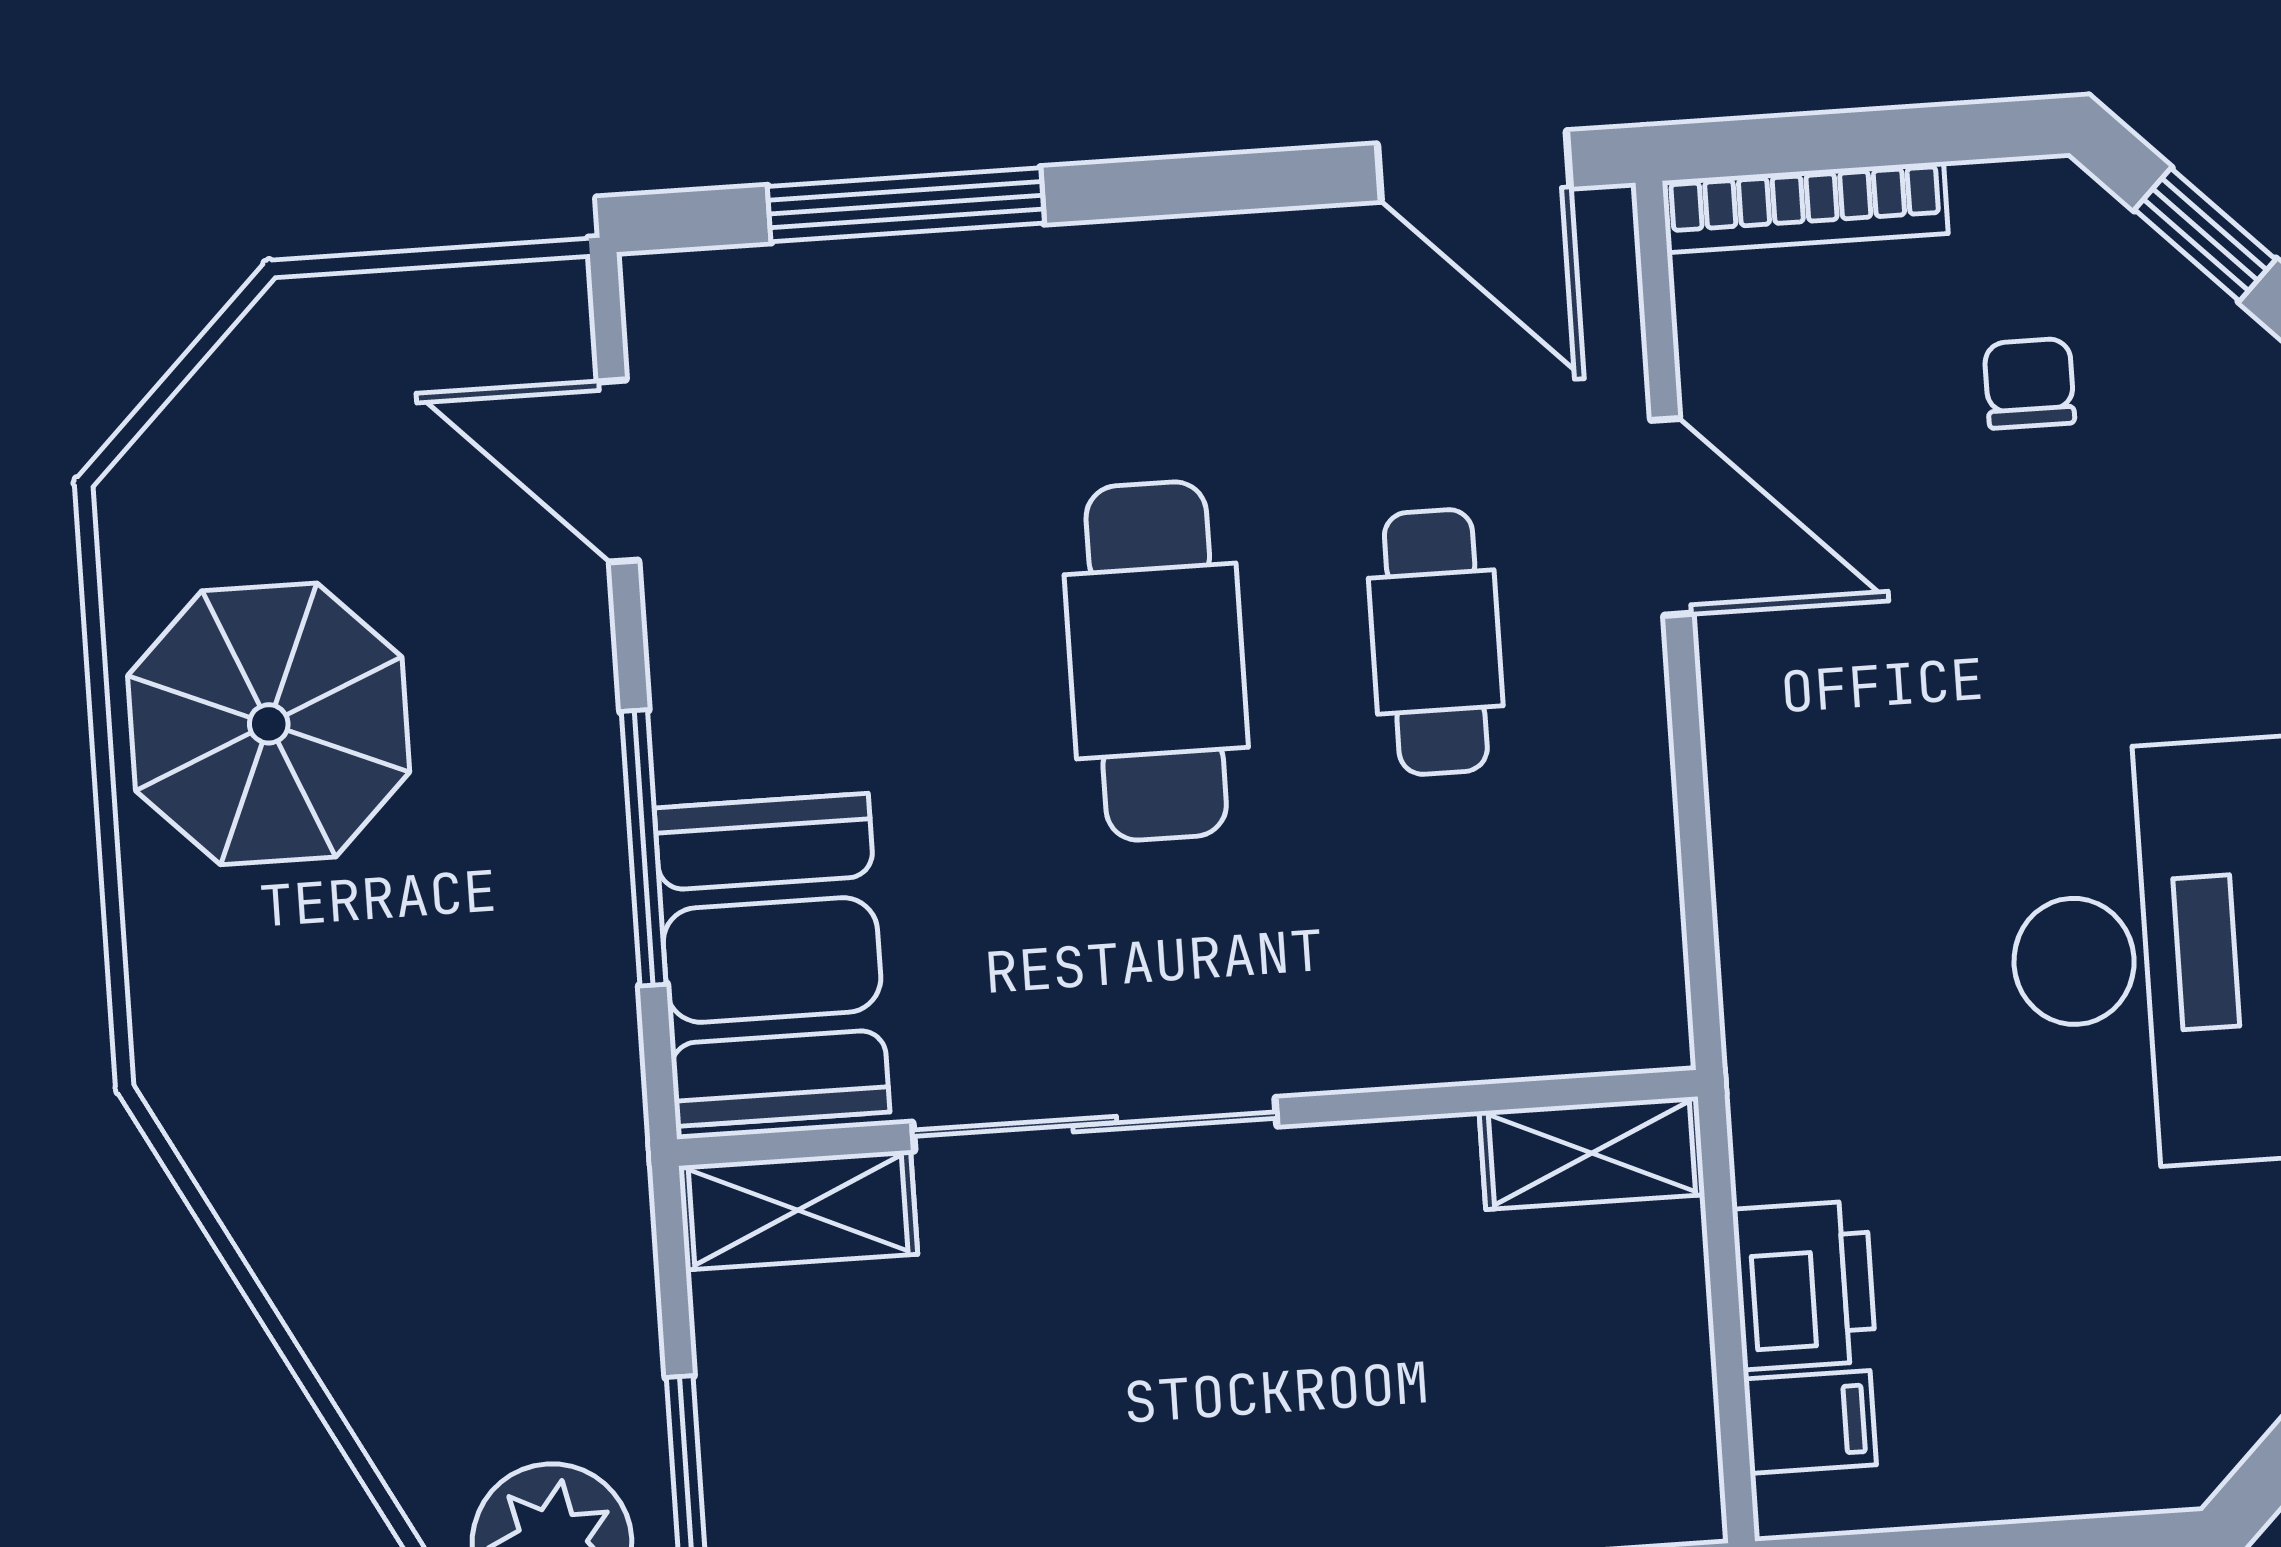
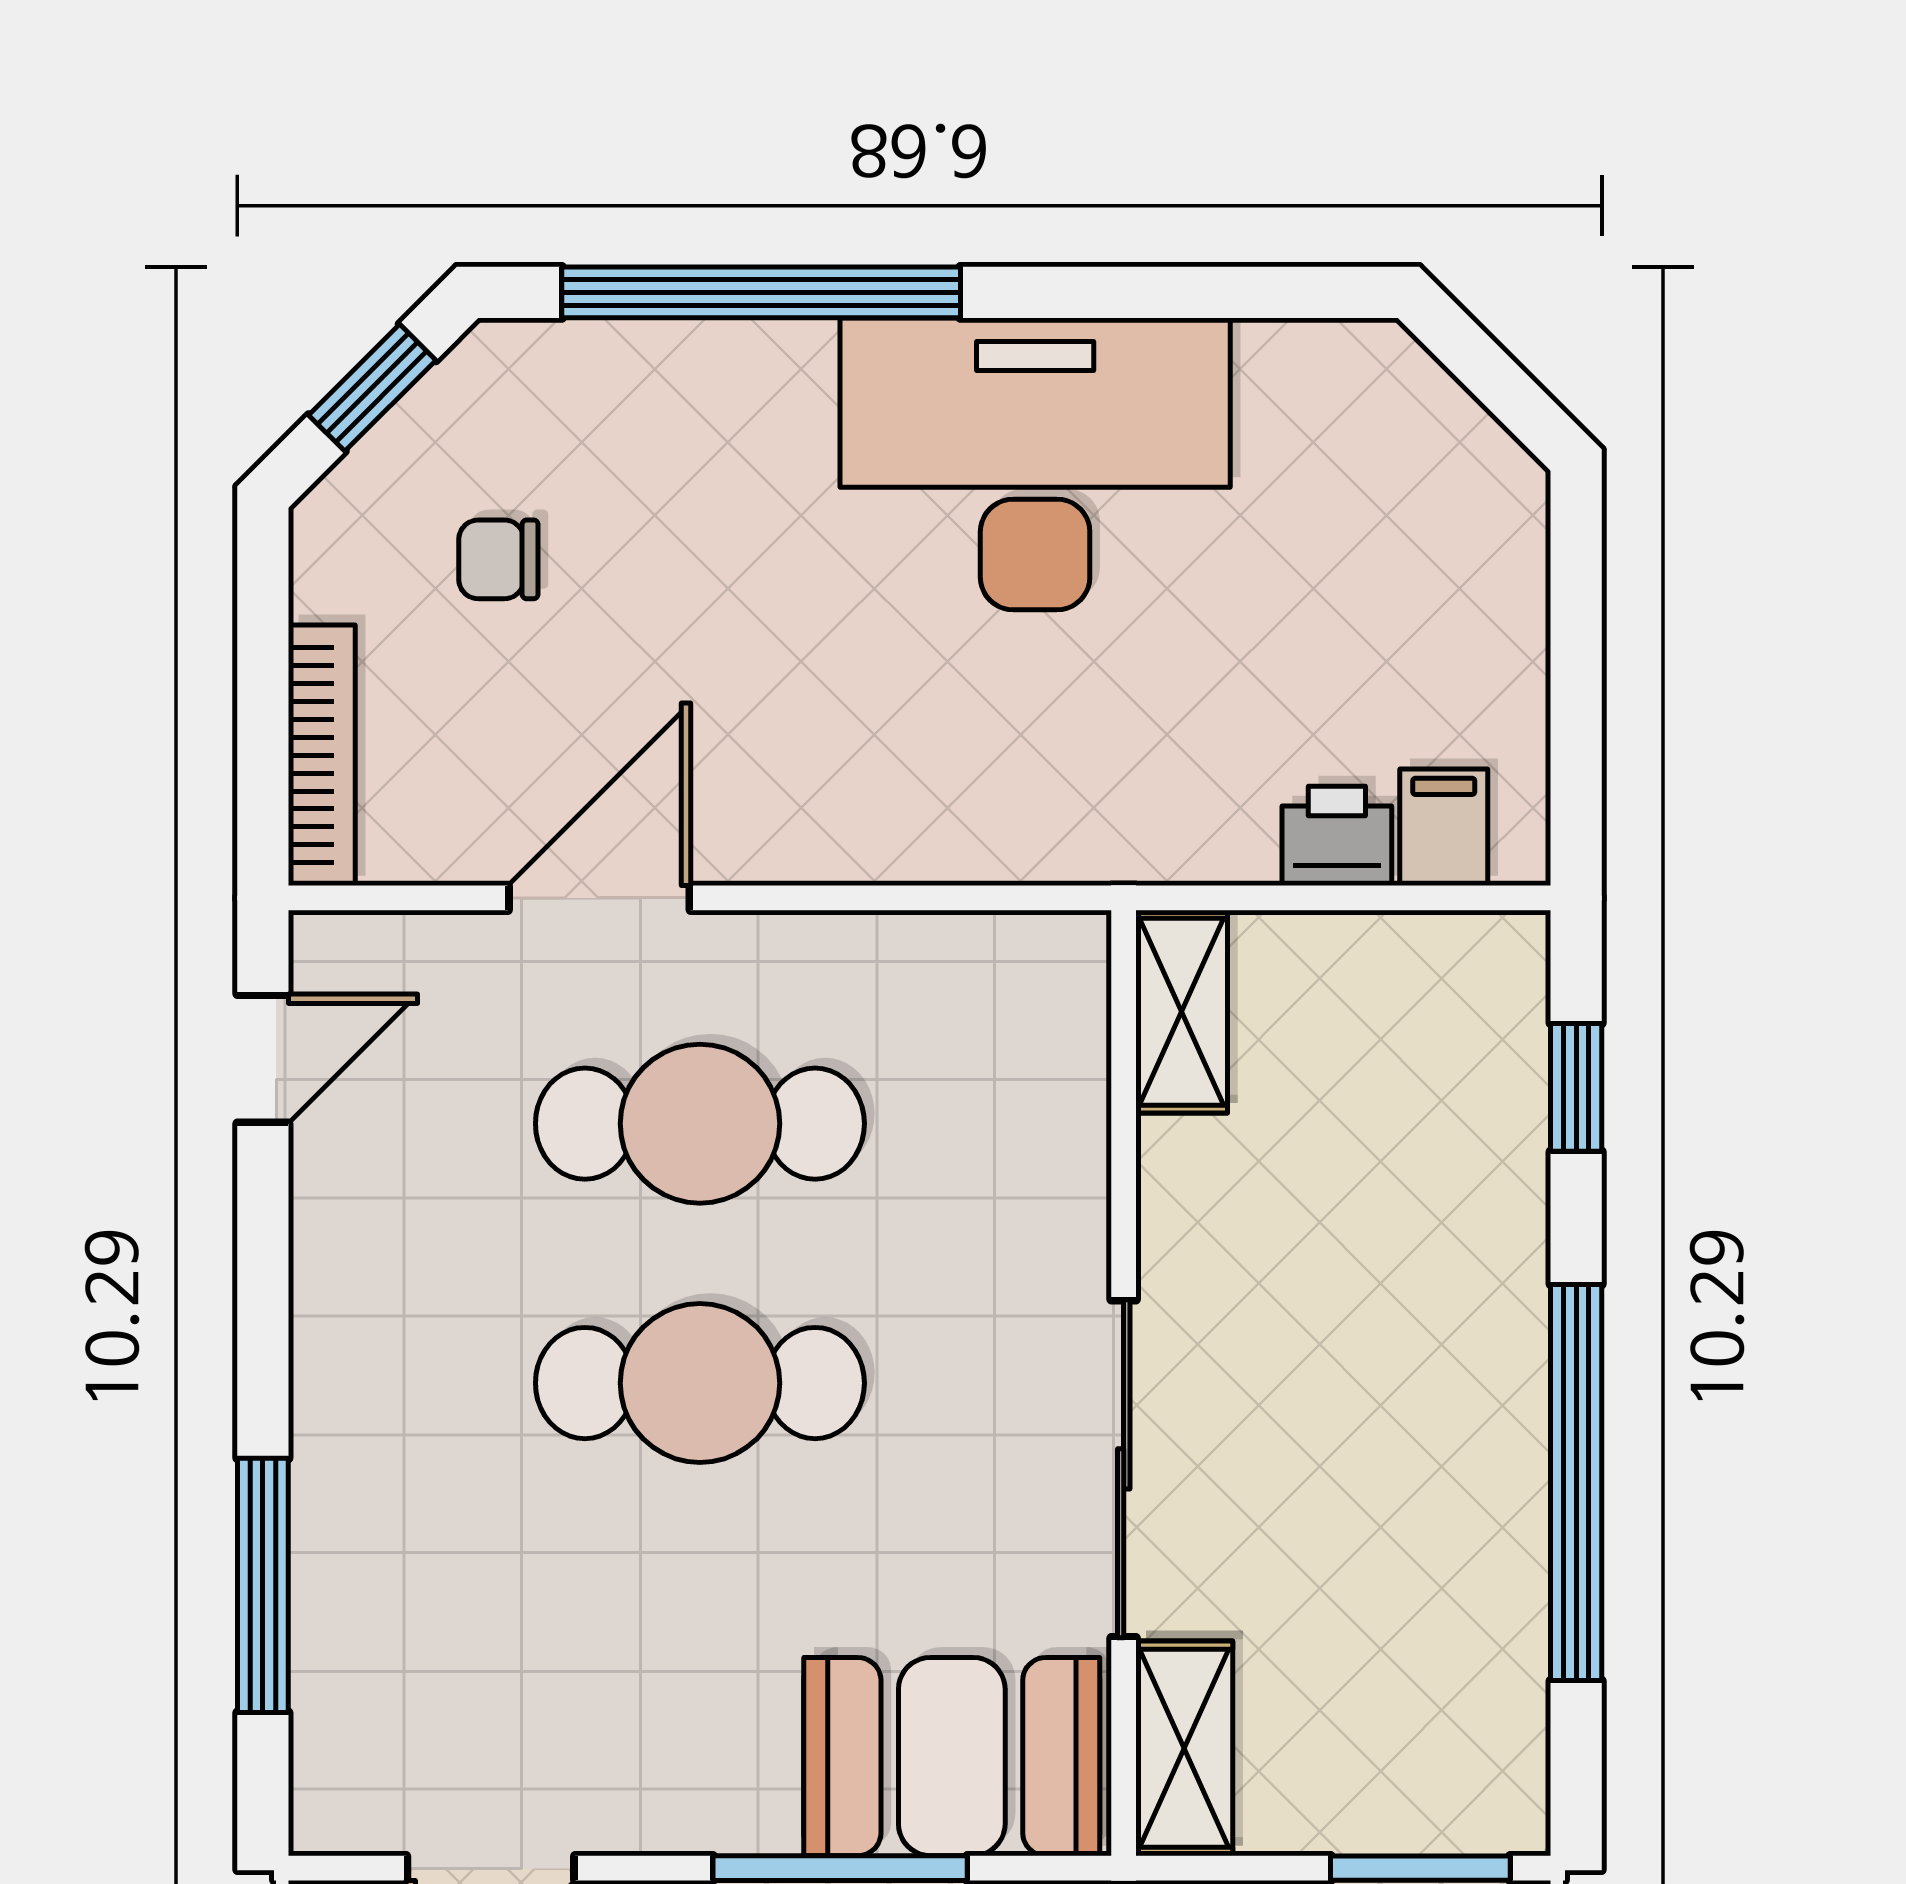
door: (1474, 166) -> (263, 1059), width x0.73
cafe table: (1436, 642) -> (700, 1124), width x1.37, depth x1.35
printer: (1804, 1285) -> (1337, 836), width x0.73, depth x0.81

